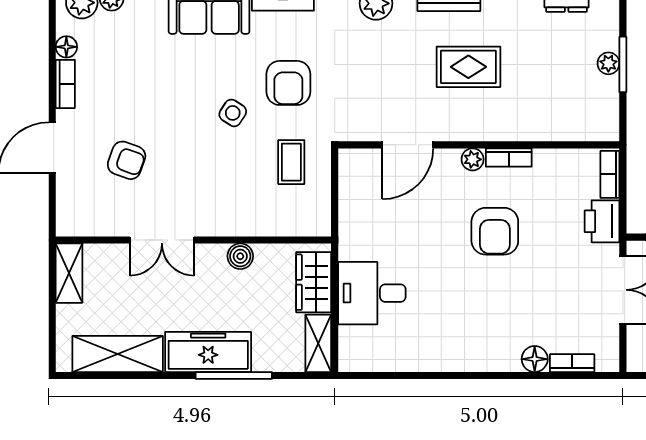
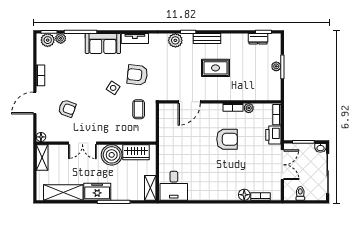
floor lamp: (66, 47) -> (41, 137), moved
armchair: (288, 83) -> (137, 75), turned 96
plant: (473, 159) -> (249, 108), moved
armchair: (495, 231) -> (227, 139), turned -90
boiler: (240, 256) -> (112, 155), width x1.86, depth x1.86
wardrobe: (314, 282) -> (136, 152), moved, turned -90
desk: (372, 293) -> (174, 186), moved, turned -90
freezer: (208, 352) -> (97, 192), width x0.71

